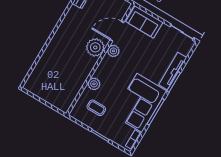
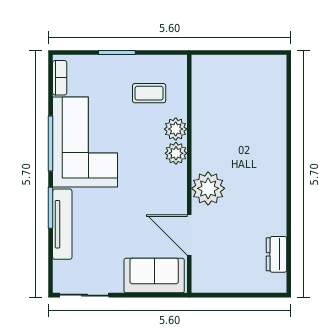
door: (117, 31) -> (189, 235), swing flipped
plant: (113, 51) -> (176, 153), moved

